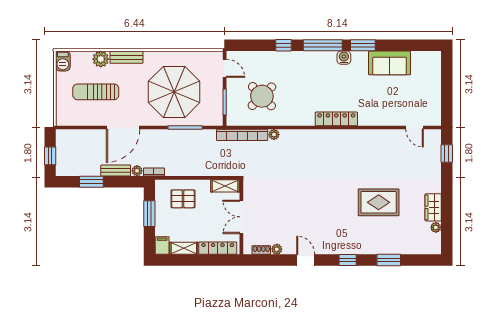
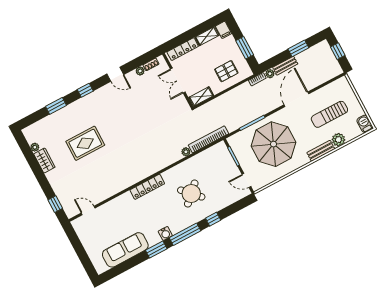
sofa: (390, 63) -> (125, 250), width x1.36
sun lounger: (96, 92) -> (329, 114), turned 180
round table: (262, 96) -> (191, 194), moved
double door: (241, 217) -> (178, 81), swing flipped

